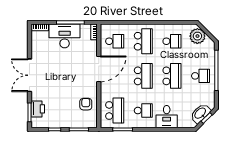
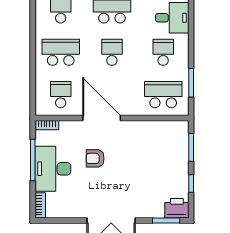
school desk: (143, 76) -> (112, 52), width x0.54
armchair: (86, 104) -> (95, 158), moved
printer: (38, 109) -> (177, 208), moved

